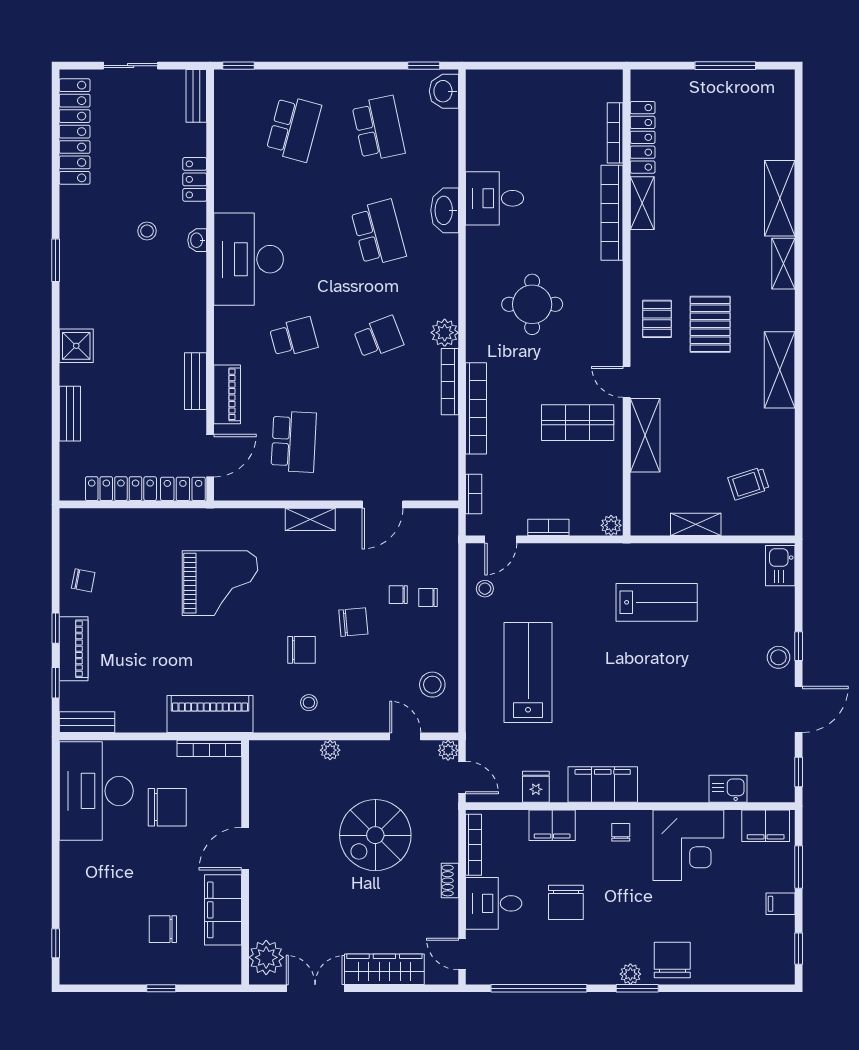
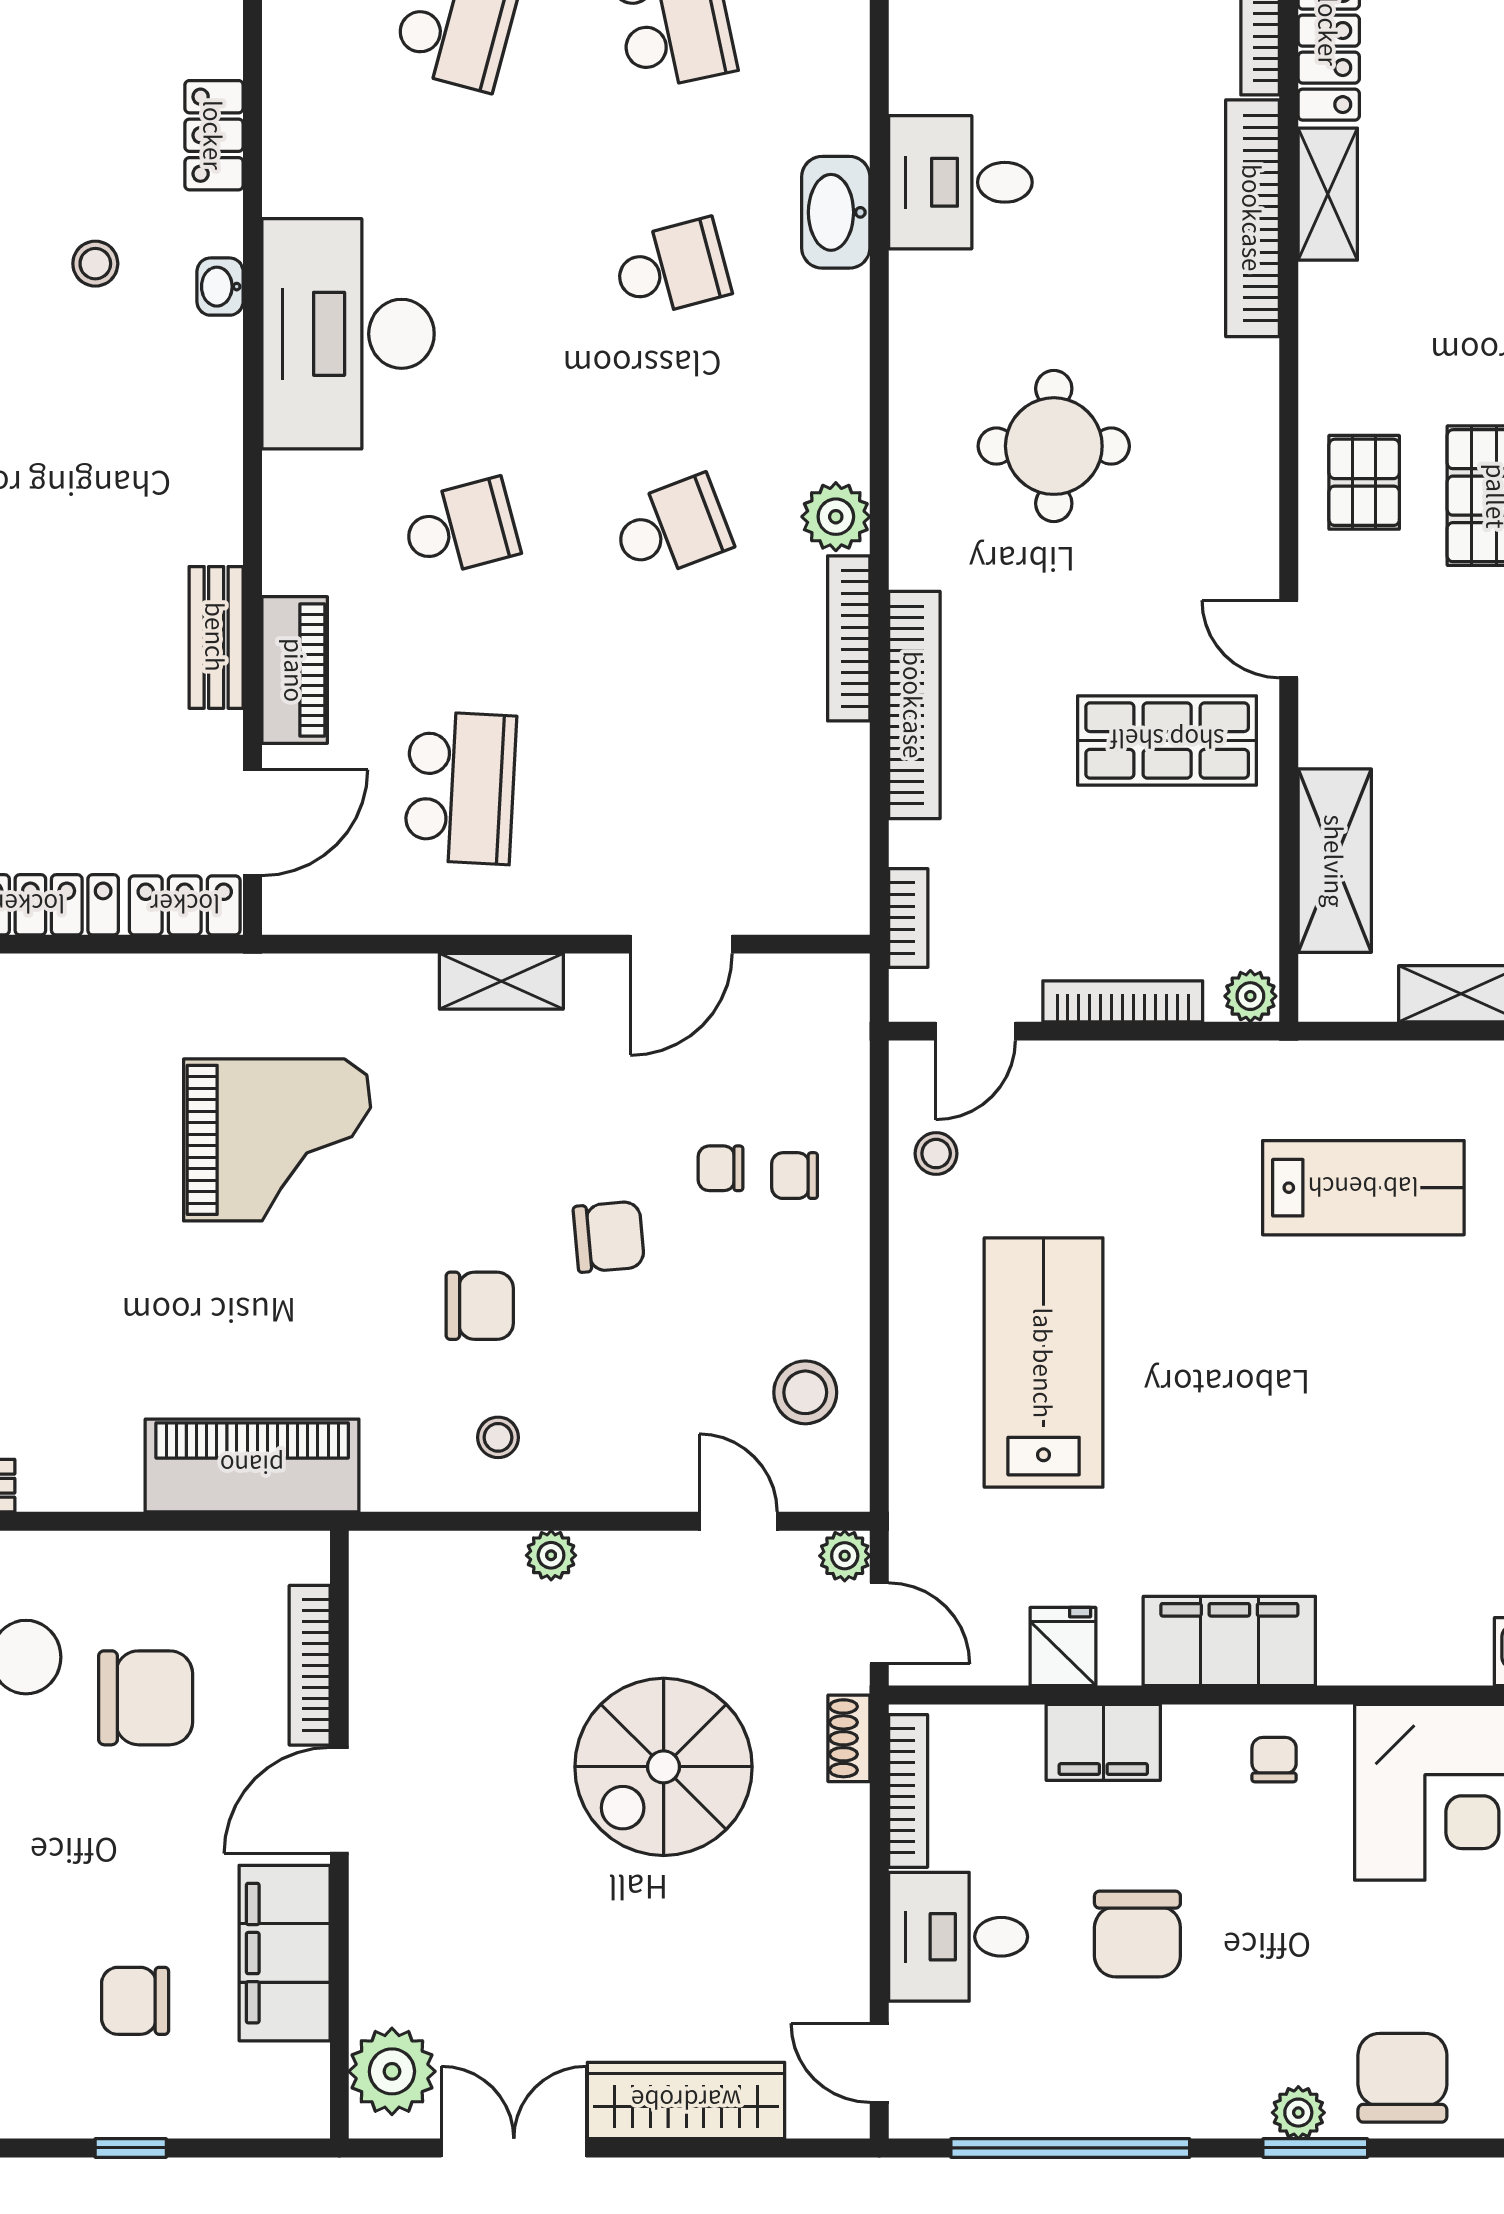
school desk: (378, 233) -> (671, 268), width x0.54
shelving: (645, 435) -> (1335, 861), moved
bookcase: (548, 527) -> (1123, 1001), width x1.56
bookcase: (209, 748) -> (310, 1665), moved, turned 90
shoe rack: (450, 881) -> (849, 1738), moved

